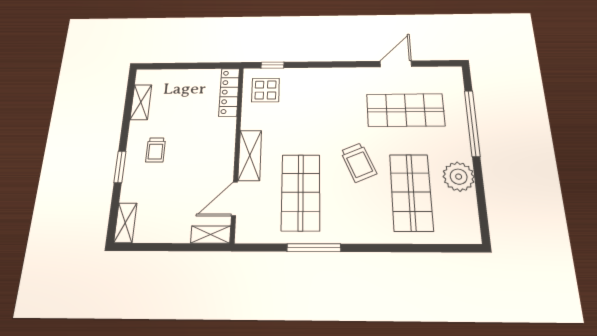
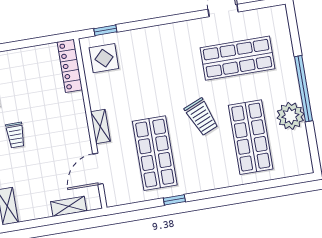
window: (472, 123) -> (304, 89), moved
shelving: (250, 155) -> (100, 126), width x0.67, depth x0.75
shelving: (211, 235) -> (69, 206), moved
window: (314, 248) -> (174, 200), width x0.46

